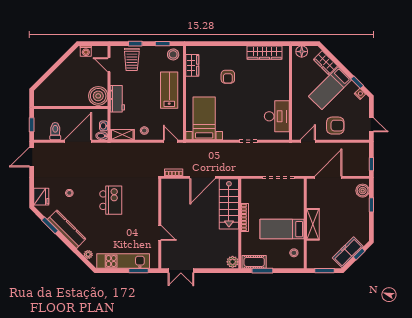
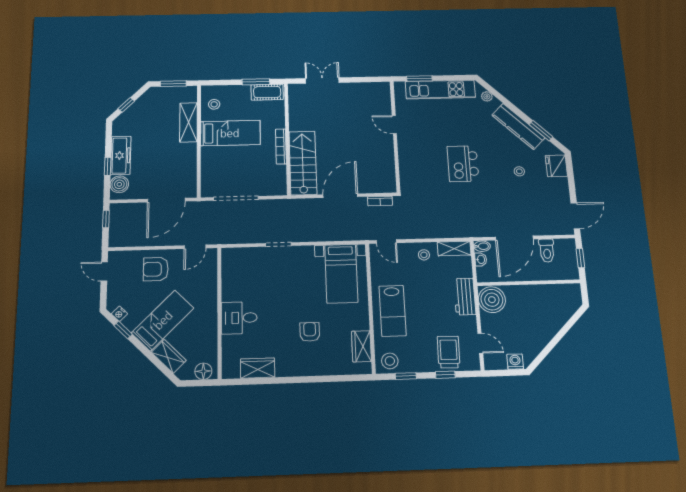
wardrobe: (265, 53) -> (258, 368), width x0.67
desk: (277, 116) -> (239, 318), moved, width x0.73
shelving: (313, 224) -> (189, 122), moved
freezer: (348, 252) -> (121, 155), moved, turned -45
plant: (233, 262) -> (296, 92), removed
double door: (181, 271) -> (322, 80), moved

